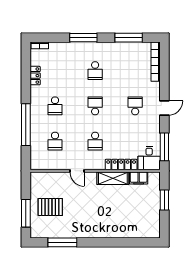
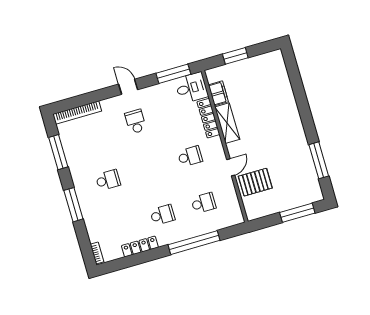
locker: (35, 76) -> (140, 246), width x1.53
school desk: (95, 106) -> (149, 168), removed
school desk: (135, 106) -> (135, 122), turned 90
pallet: (50, 207) -> (255, 182), moved, turned 90

